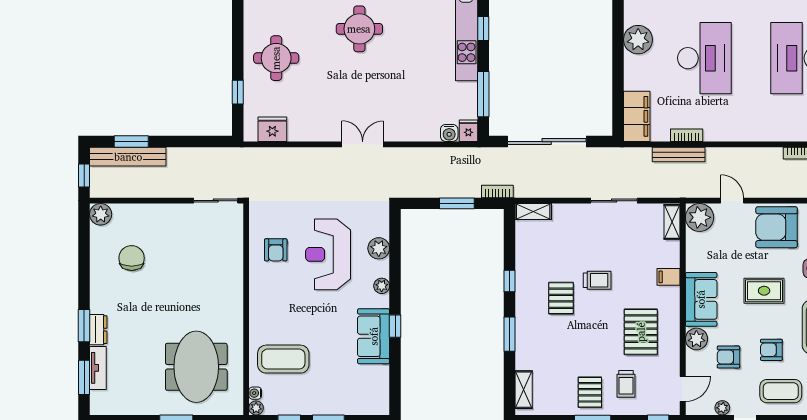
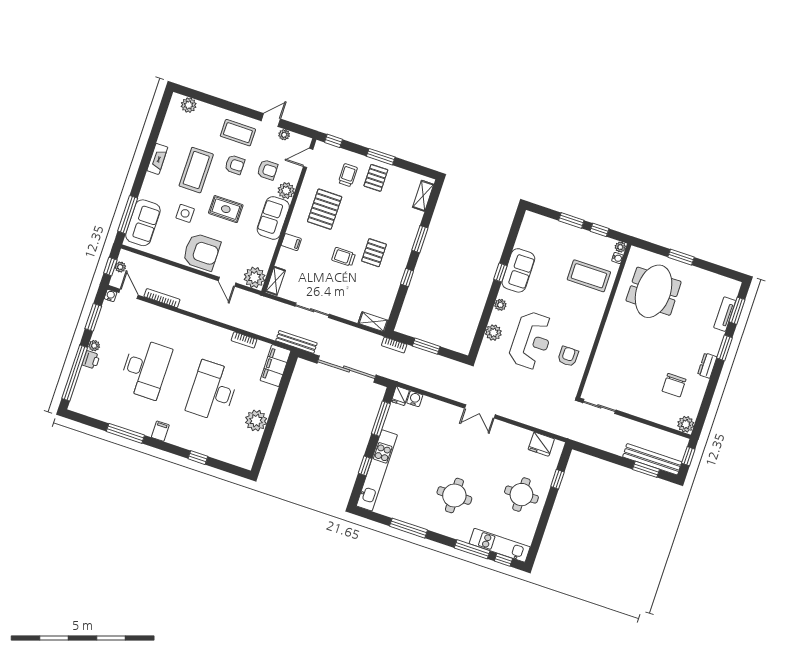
bench: (679, 155) -> (296, 342), moved
dresser: (98, 330) -> (707, 366), moved

